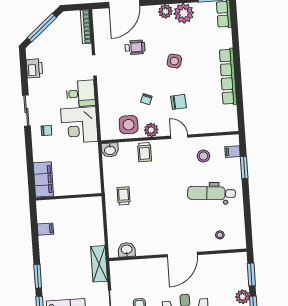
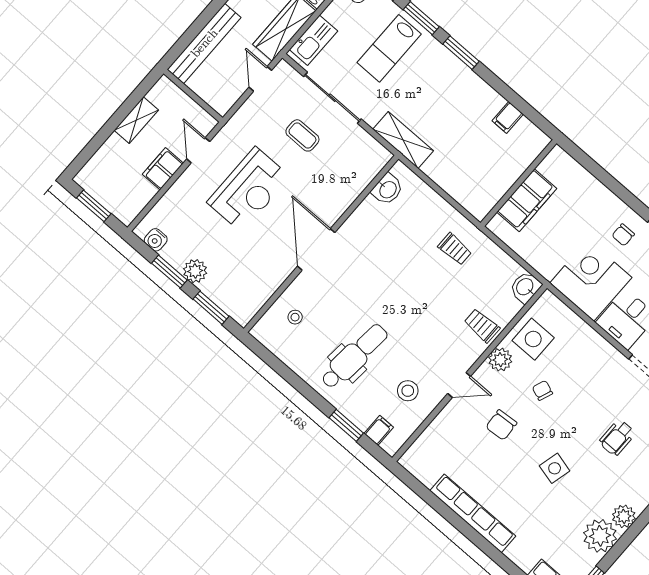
filing cabinet: (43, 179) -> (527, 200), moved, turned -90

